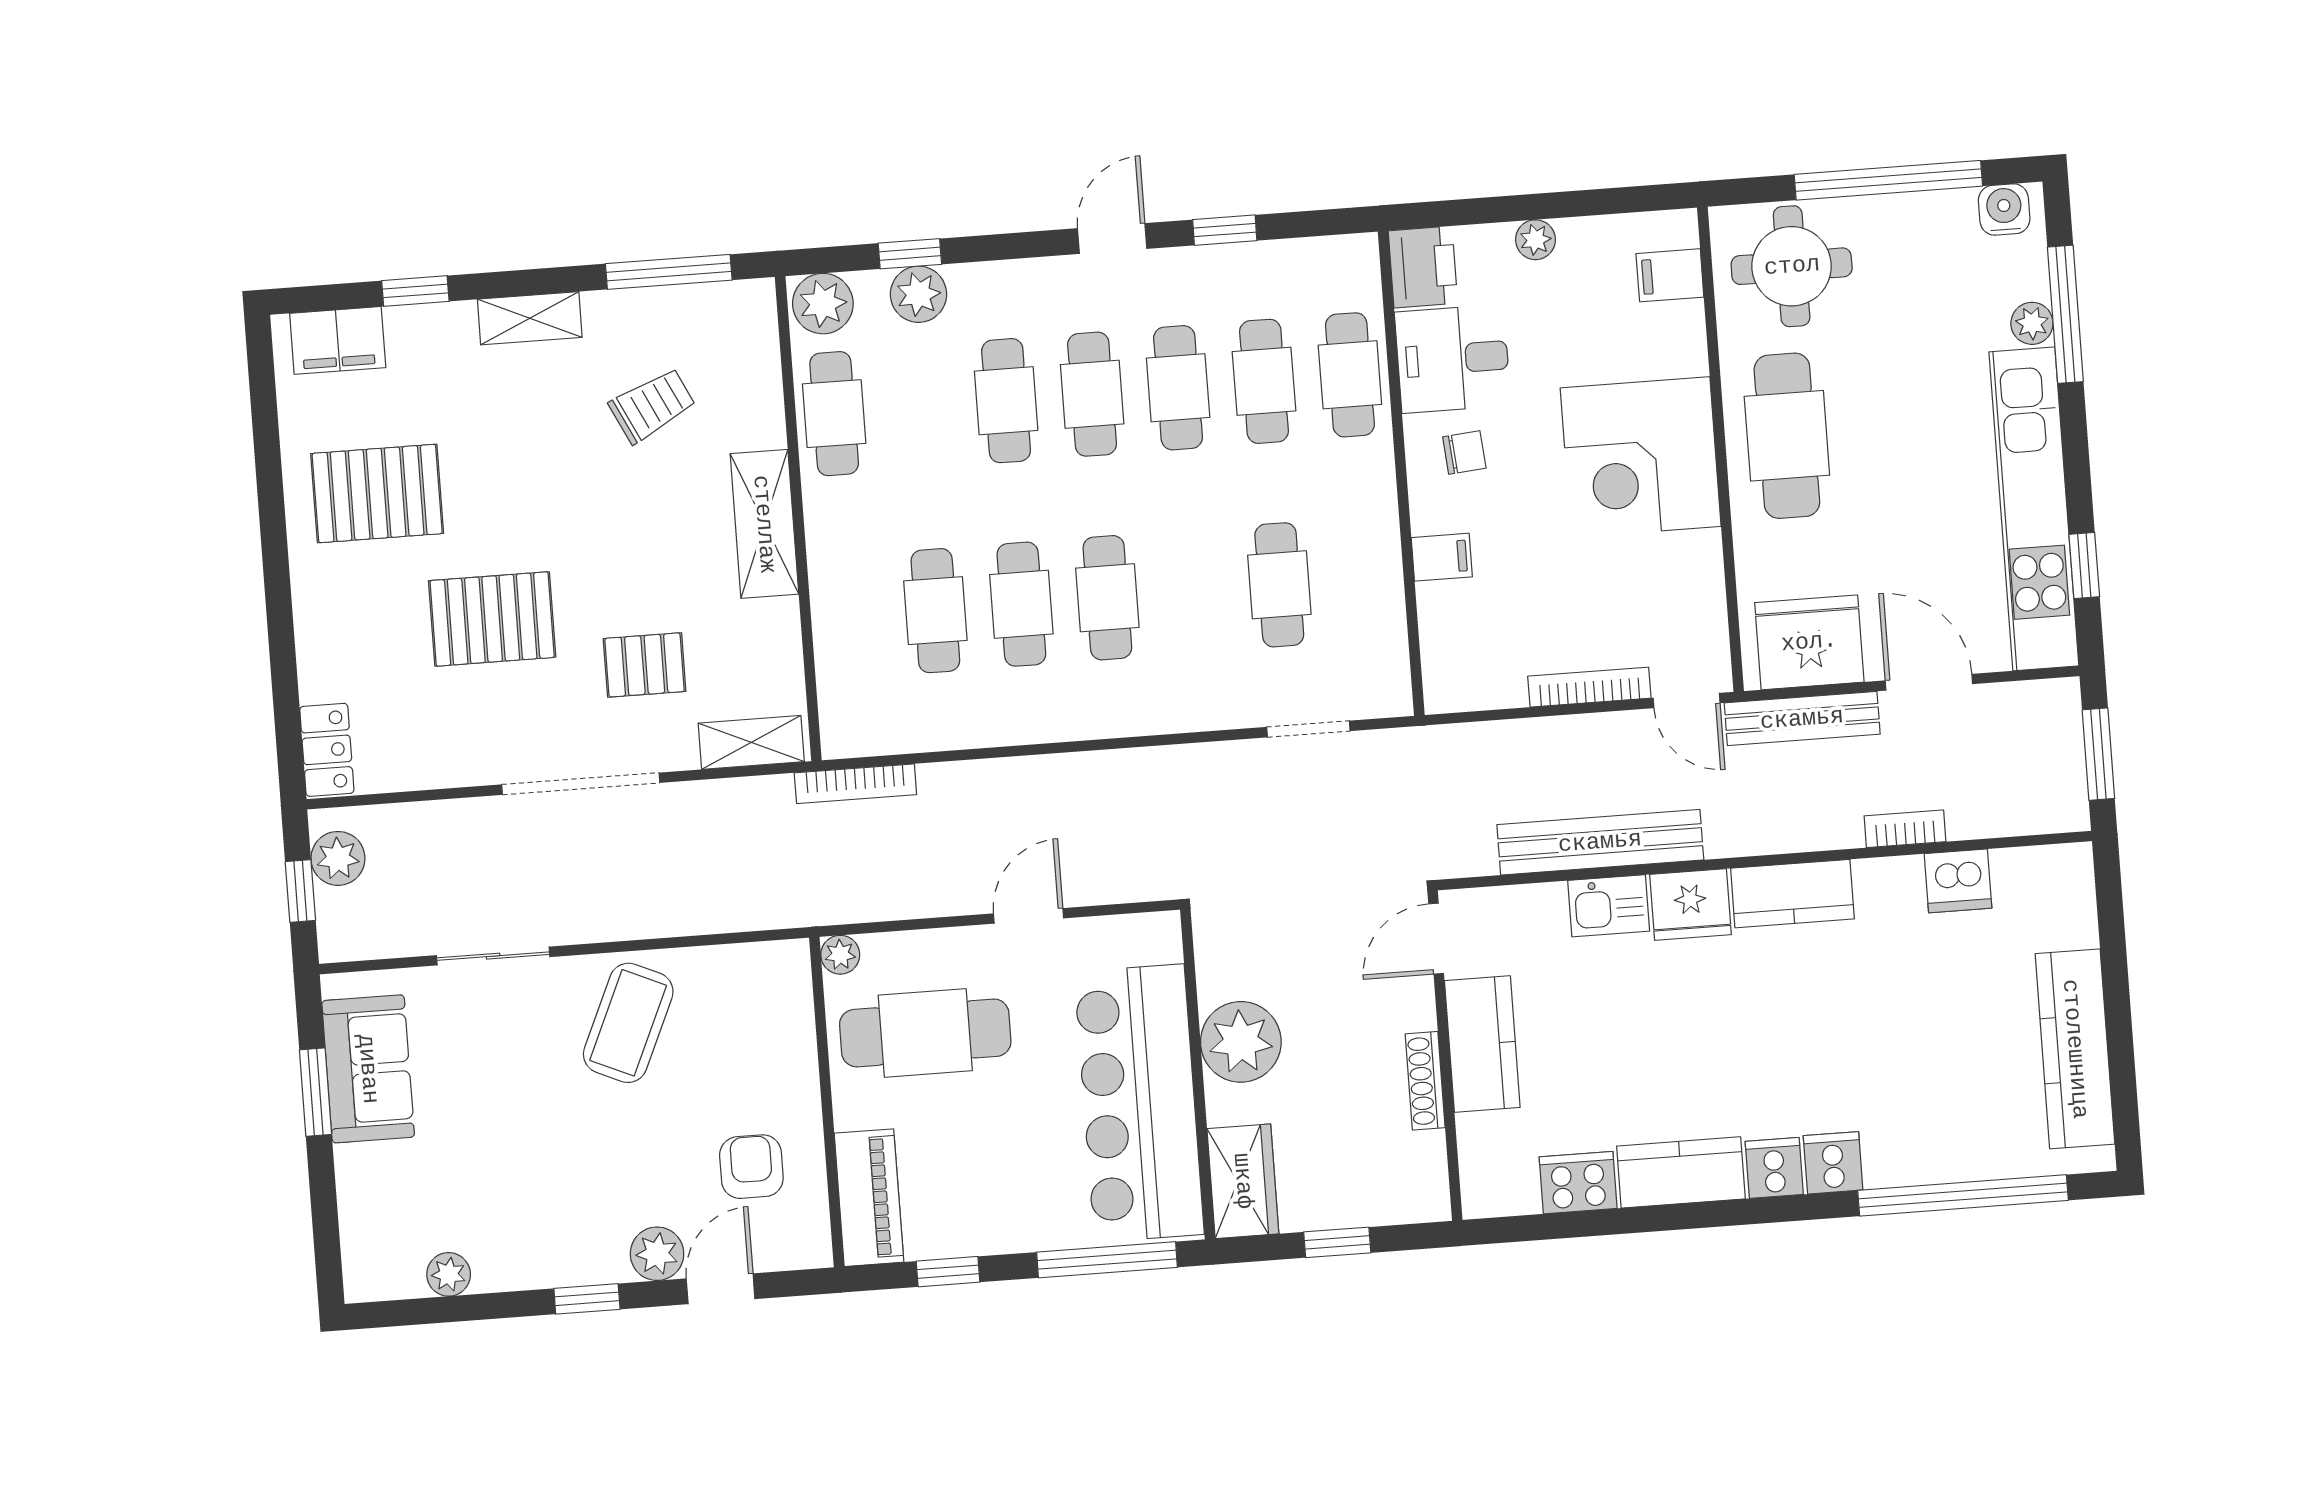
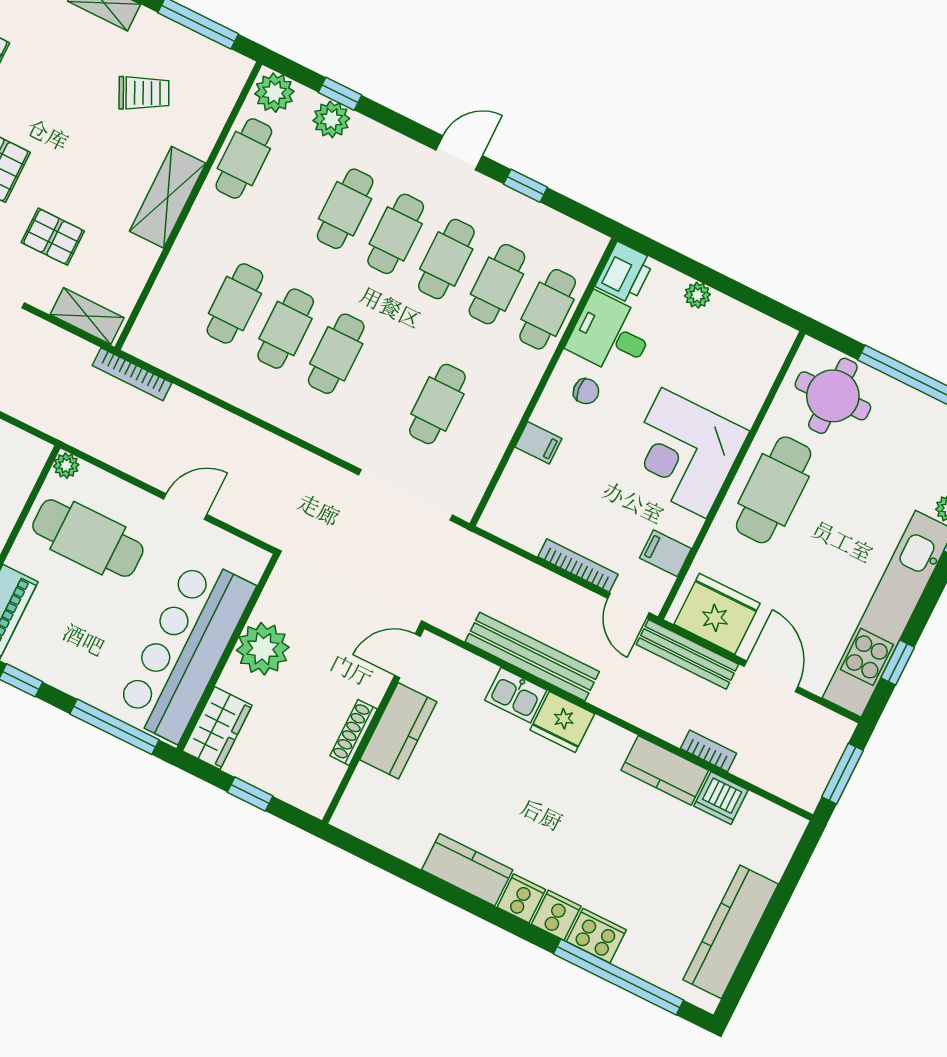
filing cabinet: (1670, 275) -> (665, 553), moved
doorway: (1308, 729) -> (406, 495), width x1.87
kitchen counter: (1792, 894) -> (665, 770), moved
cooker: (1578, 1183) -> (596, 936), moved

